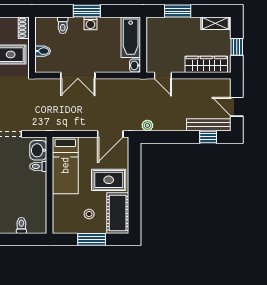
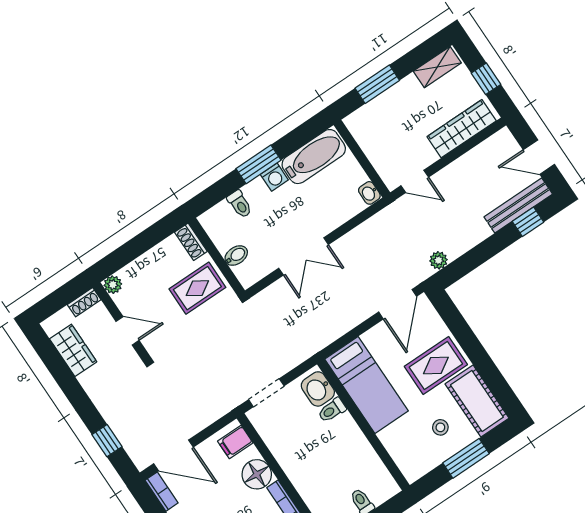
bathtub: (131, 37) -> (314, 157), moved, turned -90

